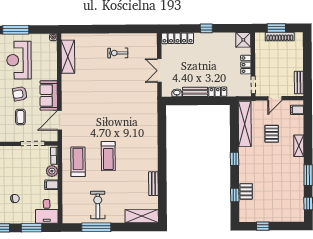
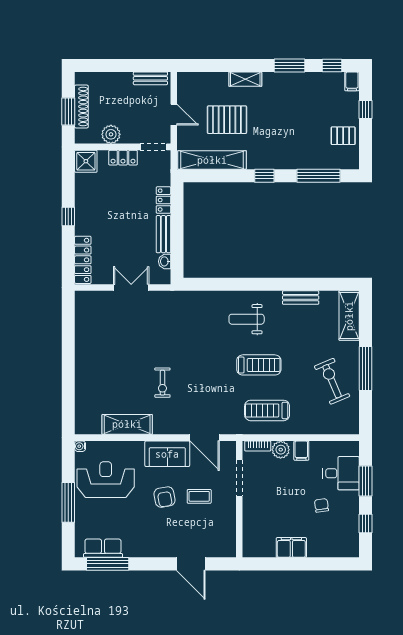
exercise bike: (118, 53) -> (162, 383), moved
plant: (261, 56) -> (111, 134), added
shelving: (68, 57) -> (127, 424), moved
reception desk: (19, 60) -> (106, 480), moved, turned 180
double door: (159, 71) -> (131, 288), swing flipped
filing cabinet: (297, 110) -> (352, 81), moved
pallet: (272, 134) -> (227, 120), width x1.50, depth x1.42
weight bench: (139, 148) -> (247, 319), added
pallet: (246, 191) -> (343, 136), moved
window: (235, 195) -> (318, 176), width x2.17
exercise bike: (98, 205) -> (332, 381), turned 67
desk: (47, 211) -> (341, 473), moved
window: (263, 226) -> (365, 109), moved
window: (96, 227) -> (365, 369), moved

